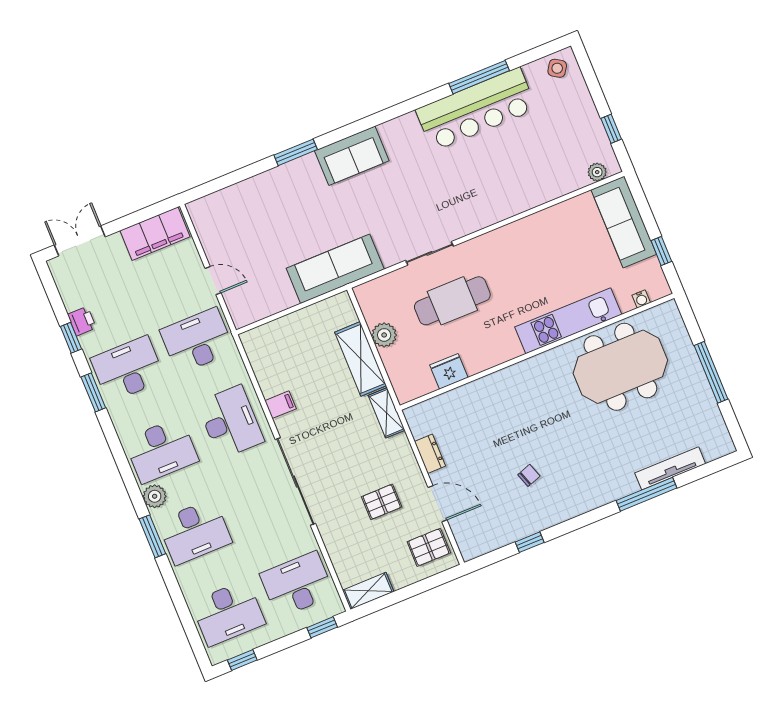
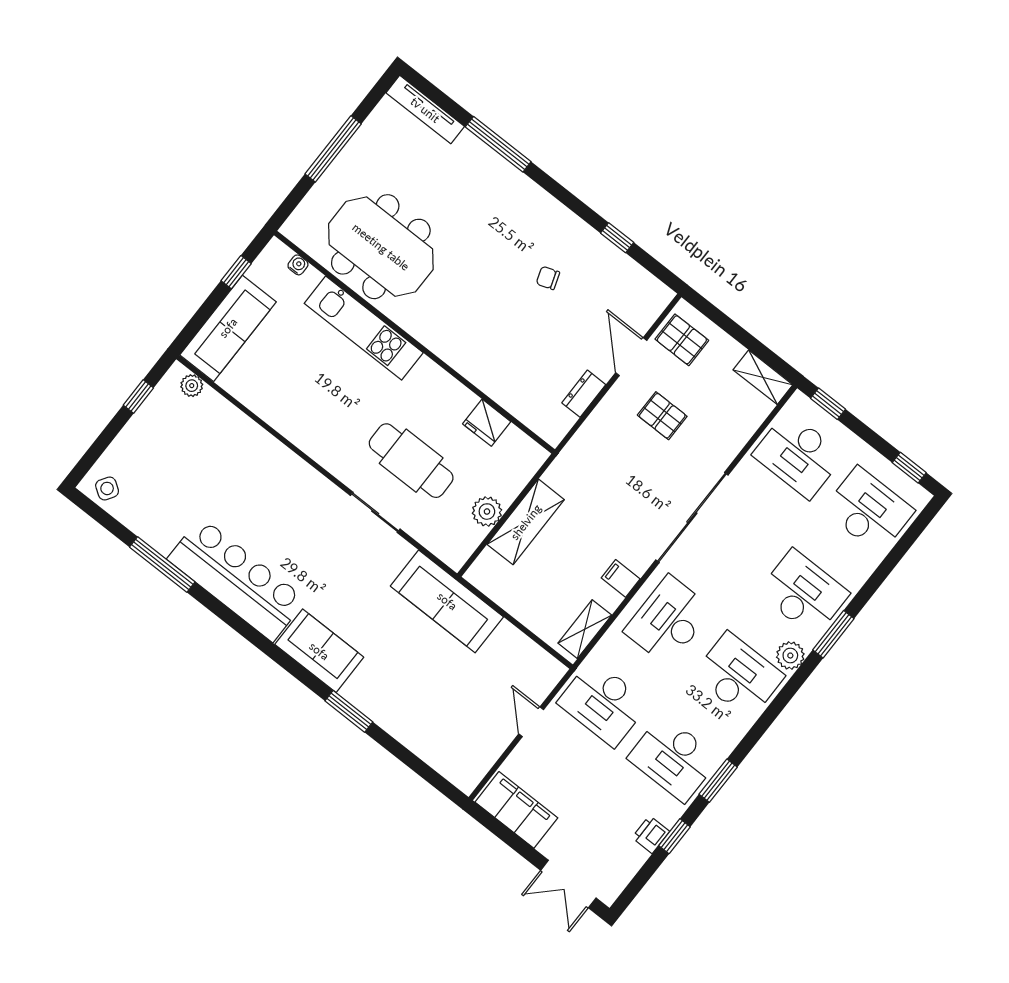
bar counter: (476, 109) -> (237, 579), moved
shelving: (386, 413) -> (585, 629), moved
tv unit: (670, 468) -> (425, 110), moved

